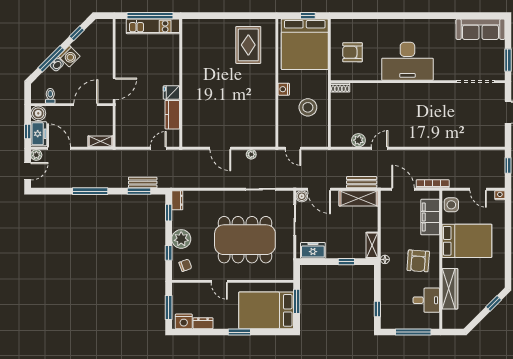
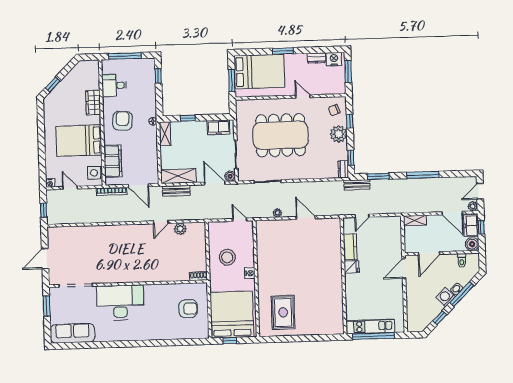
desk: (407, 61) -> (120, 303), moved
bench: (143, 183) -> (357, 185), moved
wardrobe: (450, 289) -> (93, 103), width x0.67

